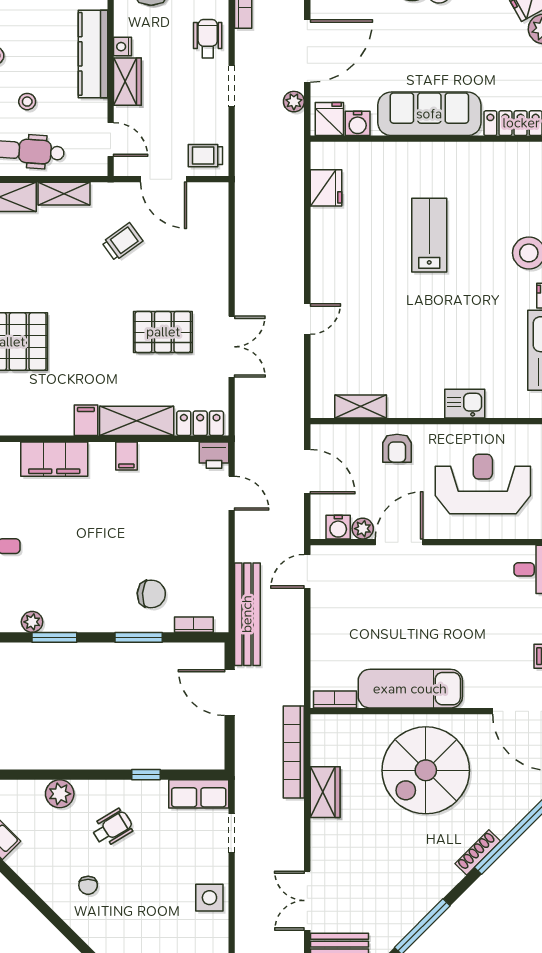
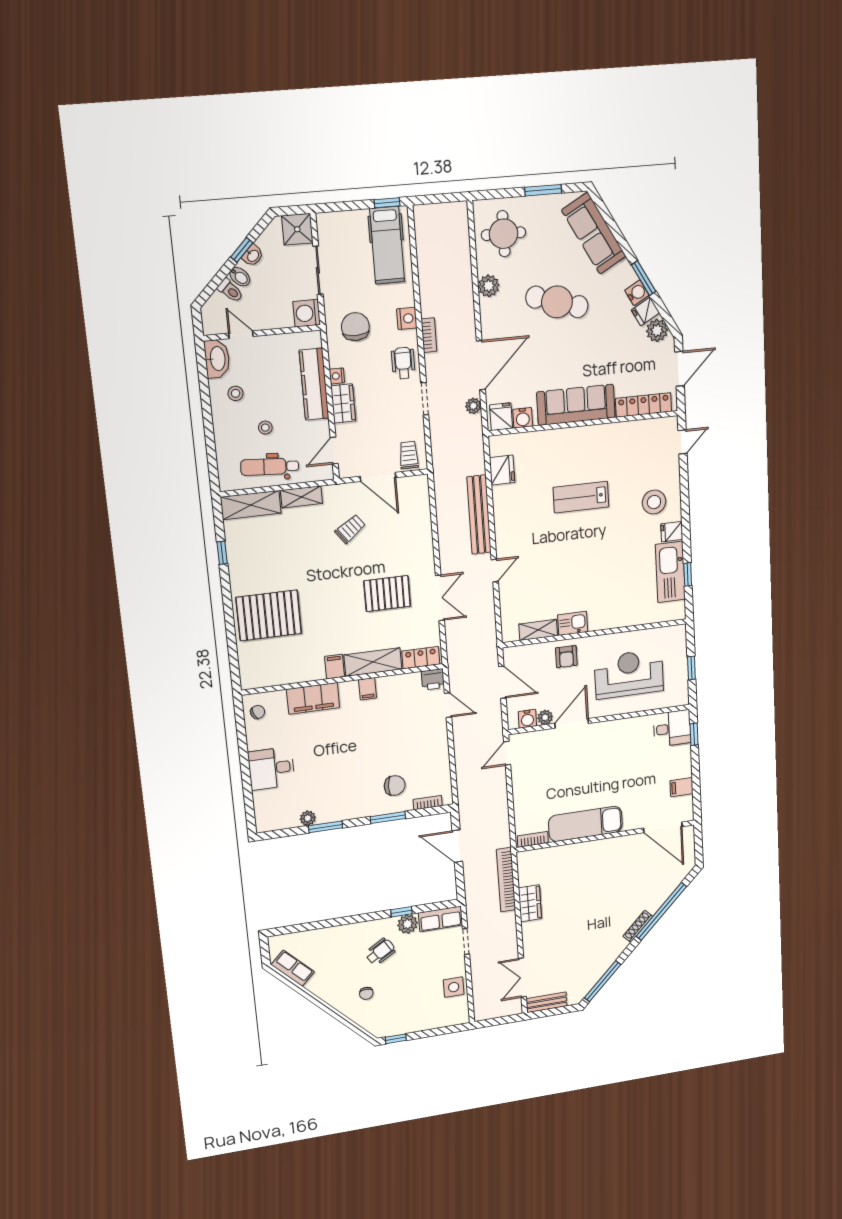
door: (111, 139) -> (334, 451), swing flipped
trolley: (205, 156) -> (409, 455), turned 90
lab bench: (429, 235) -> (581, 497), turned -90
kitchen sink: (465, 404) -> (573, 623), moved
bench: (247, 614) -> (479, 515), moved
spiral stairs: (426, 770) -> (599, 878), removed
plant: (60, 794) -> (407, 924), moved

